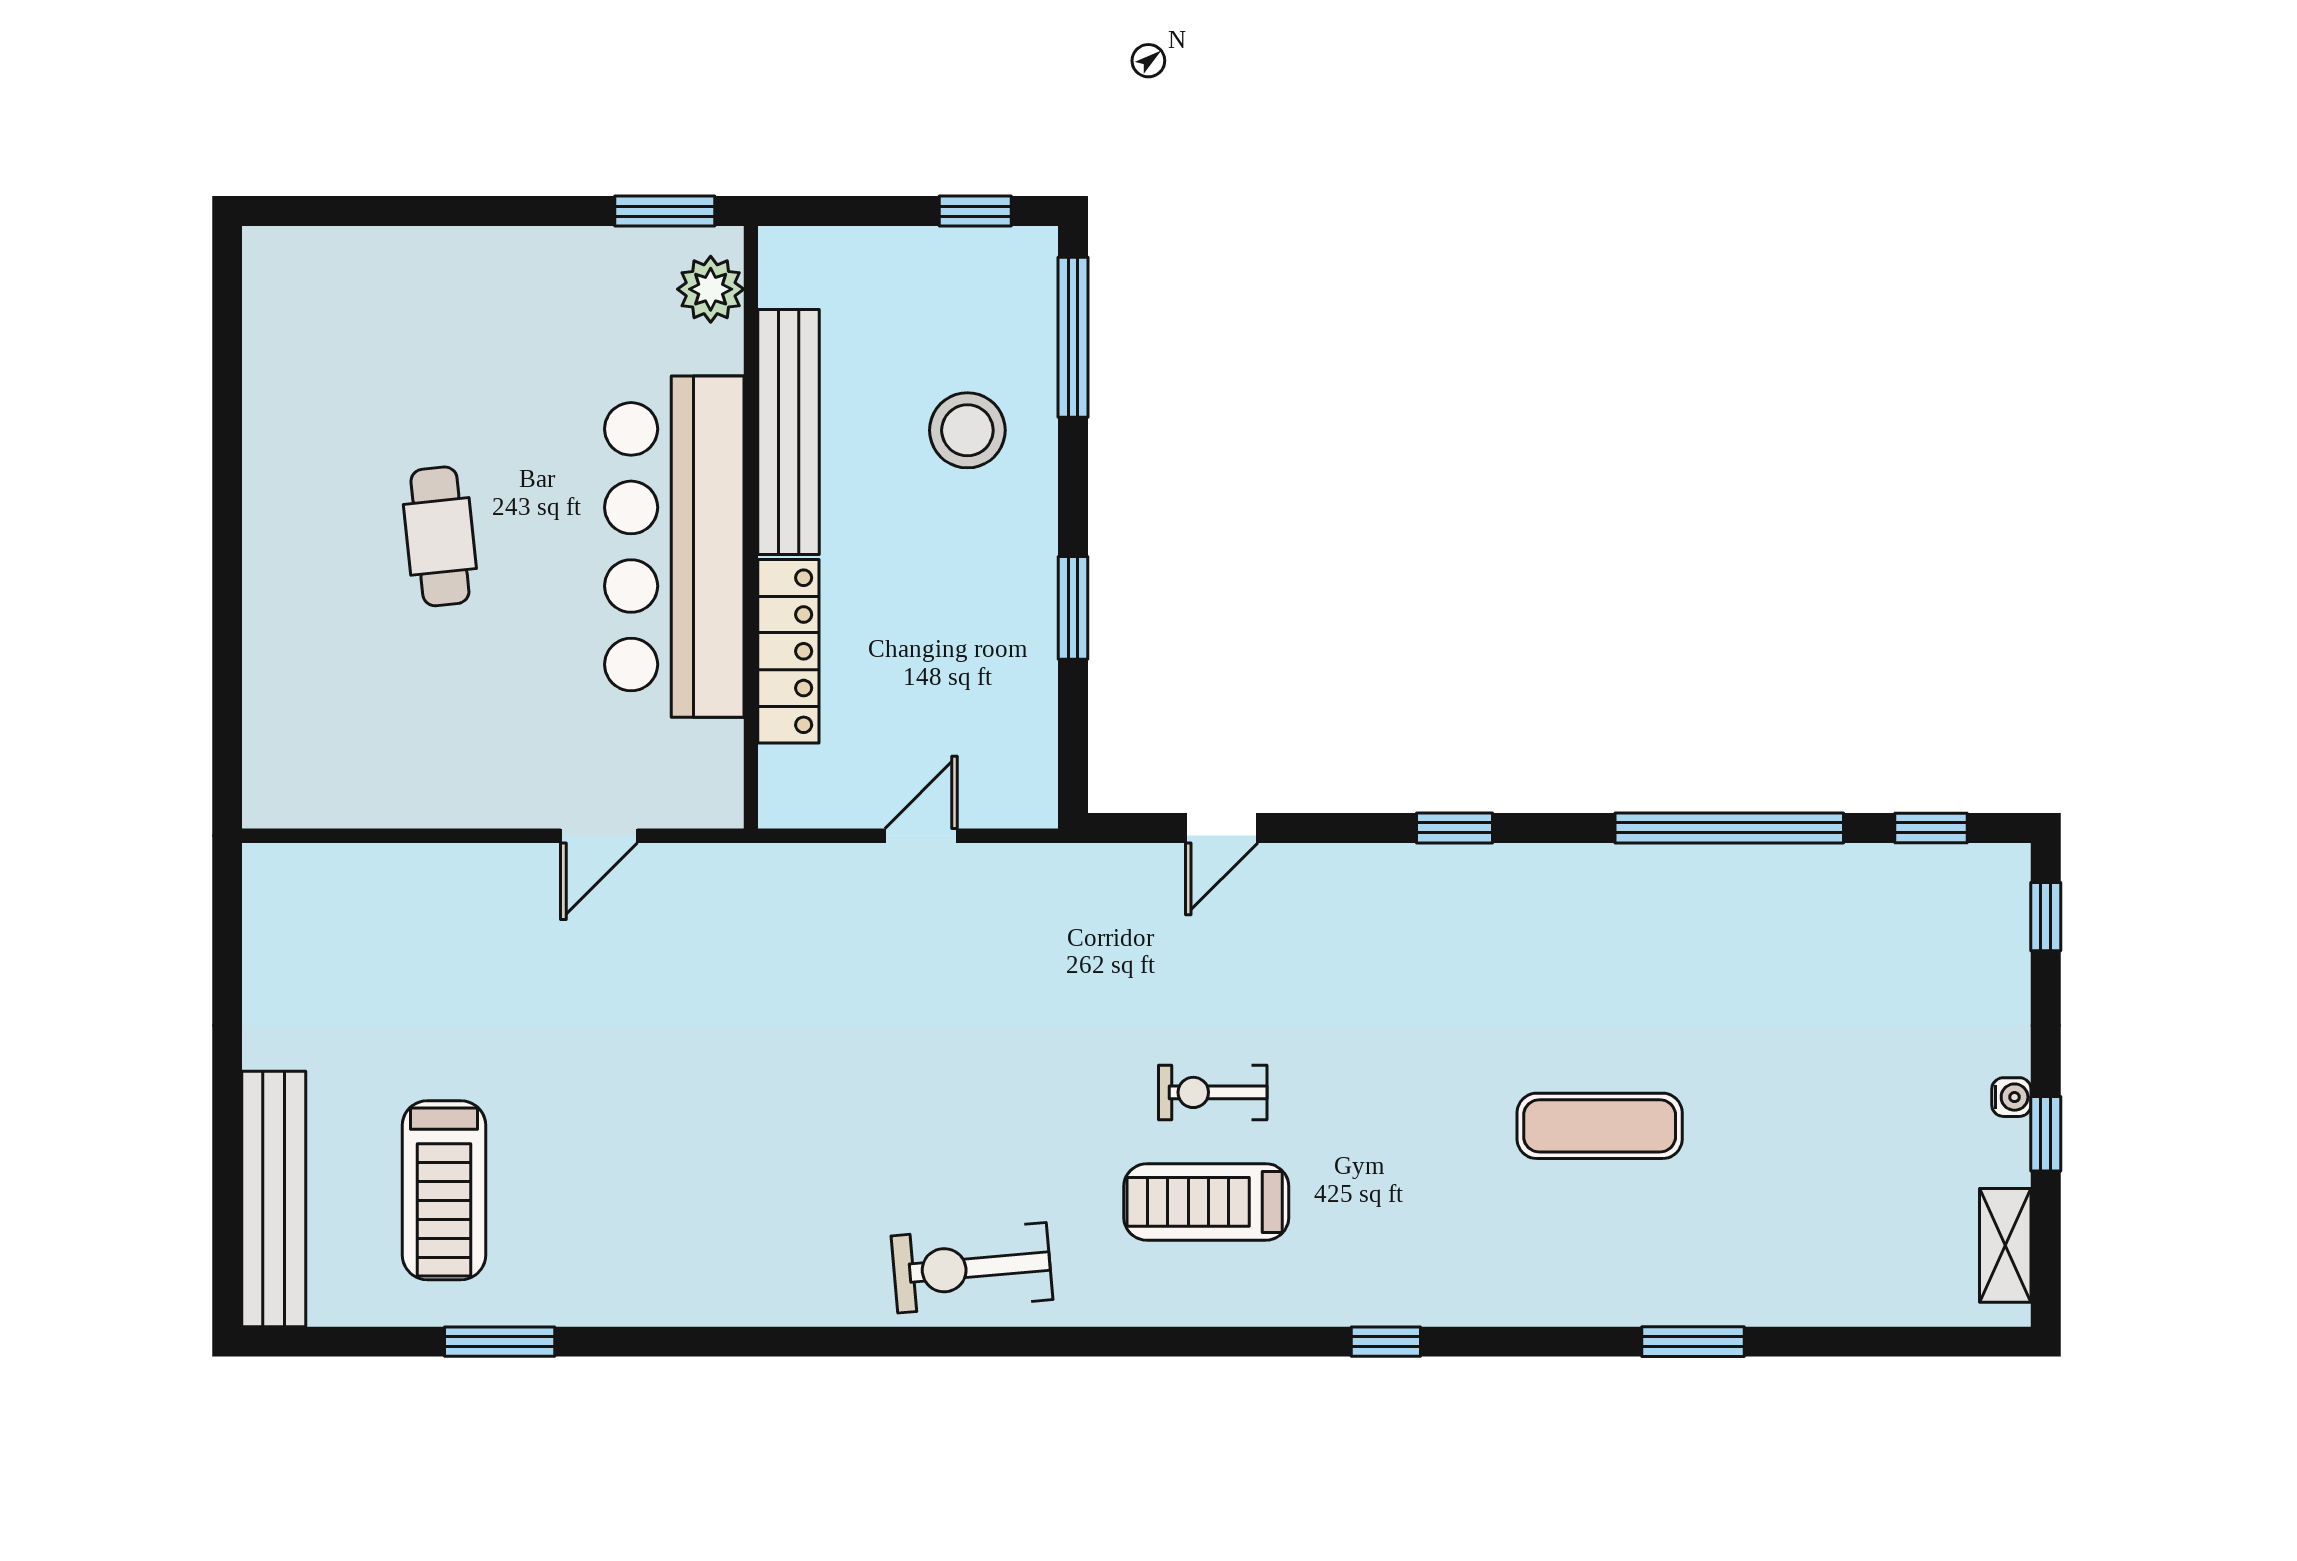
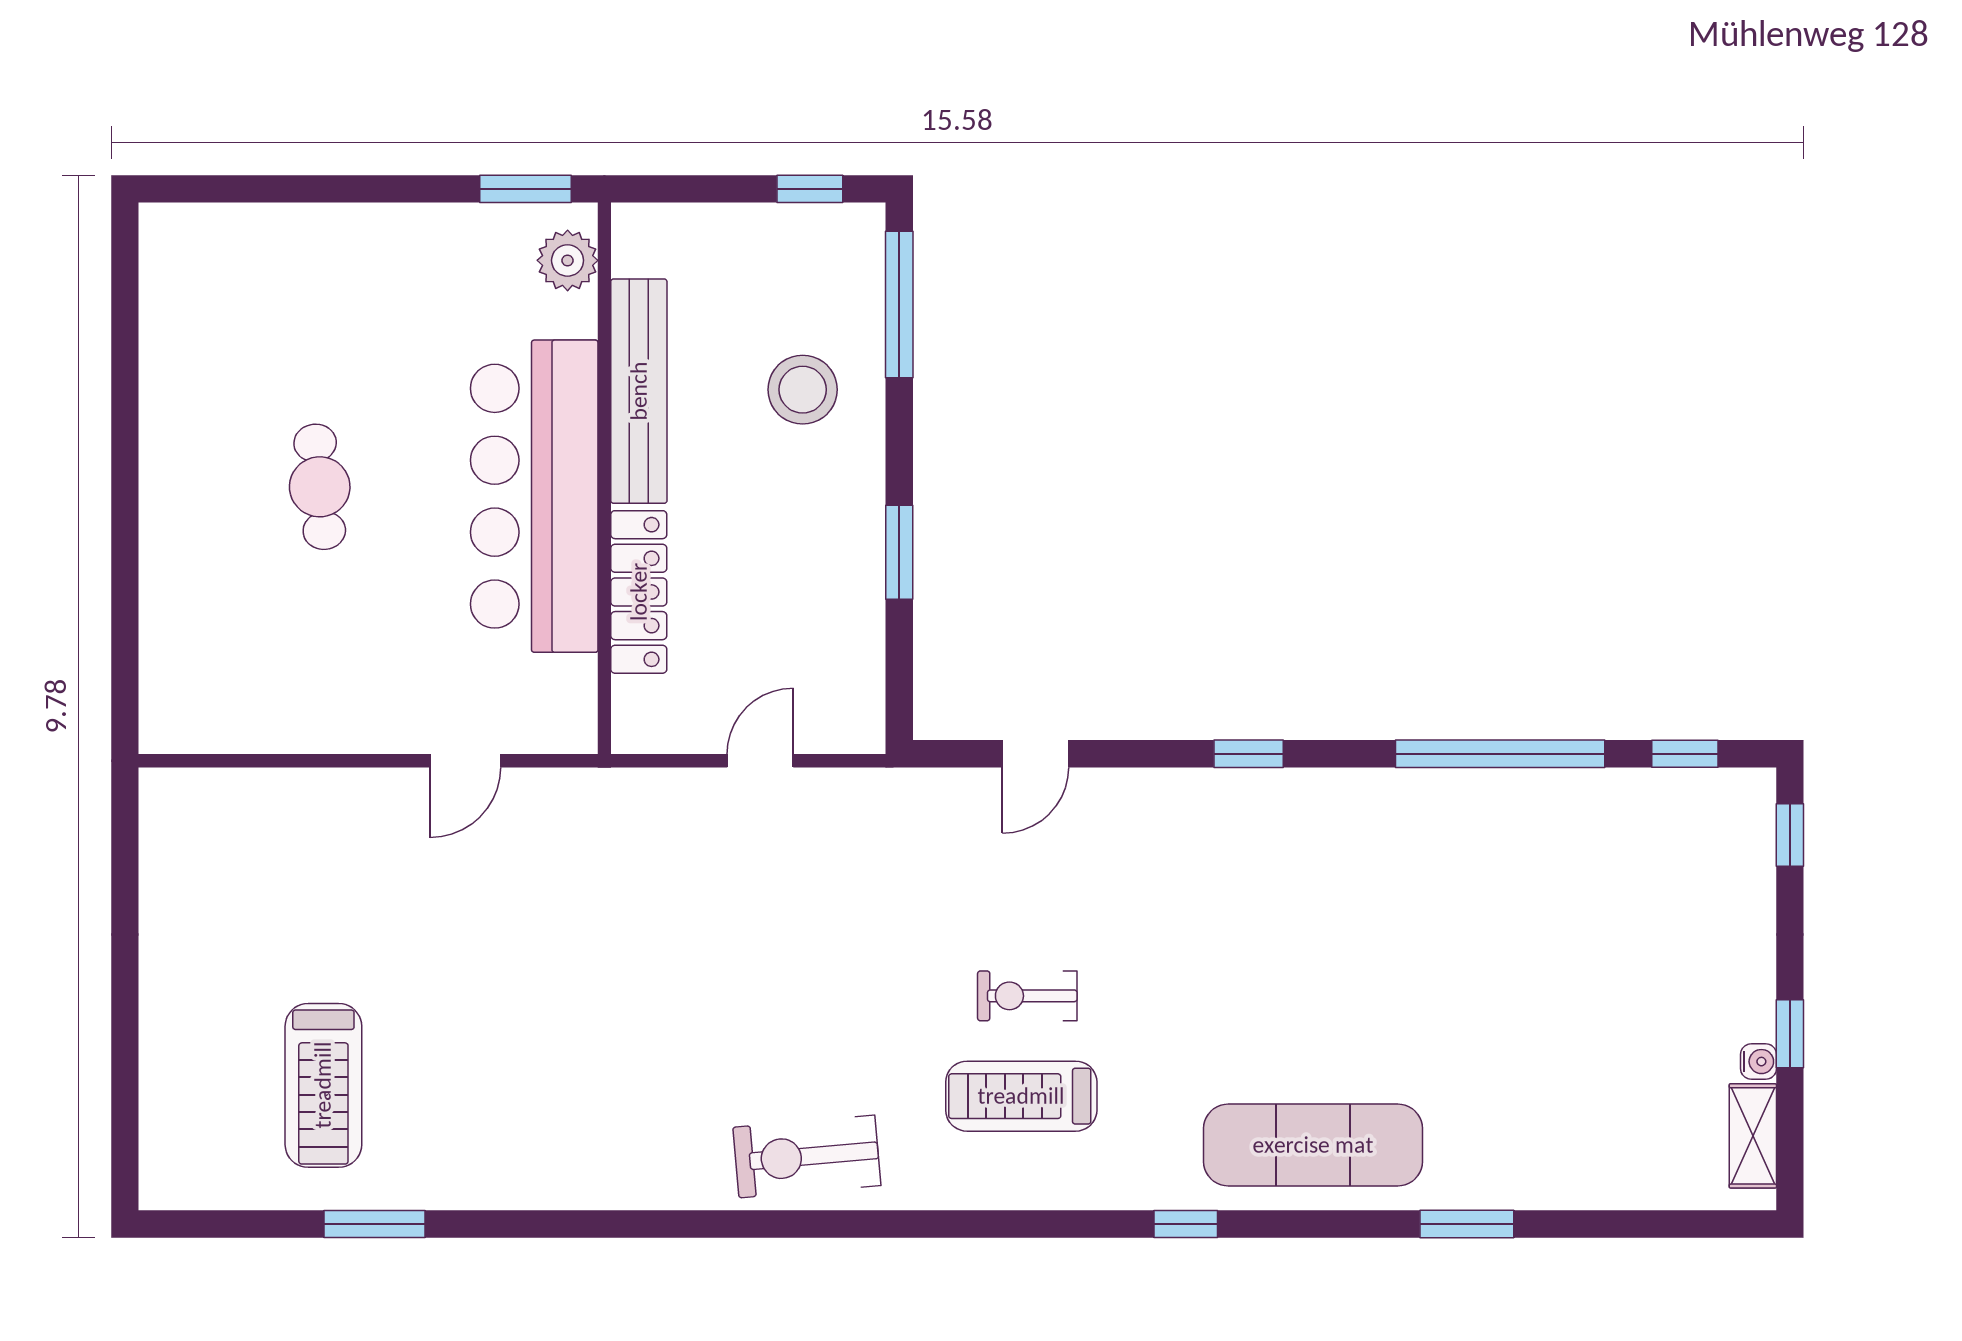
water cooler: (2011, 1097) -> (1759, 1062), moved
exercise mat: (1600, 1126) -> (1313, 1145), moved, width x1.36, depth x1.45
bench: (274, 1199) -> (168, 1093), removed

